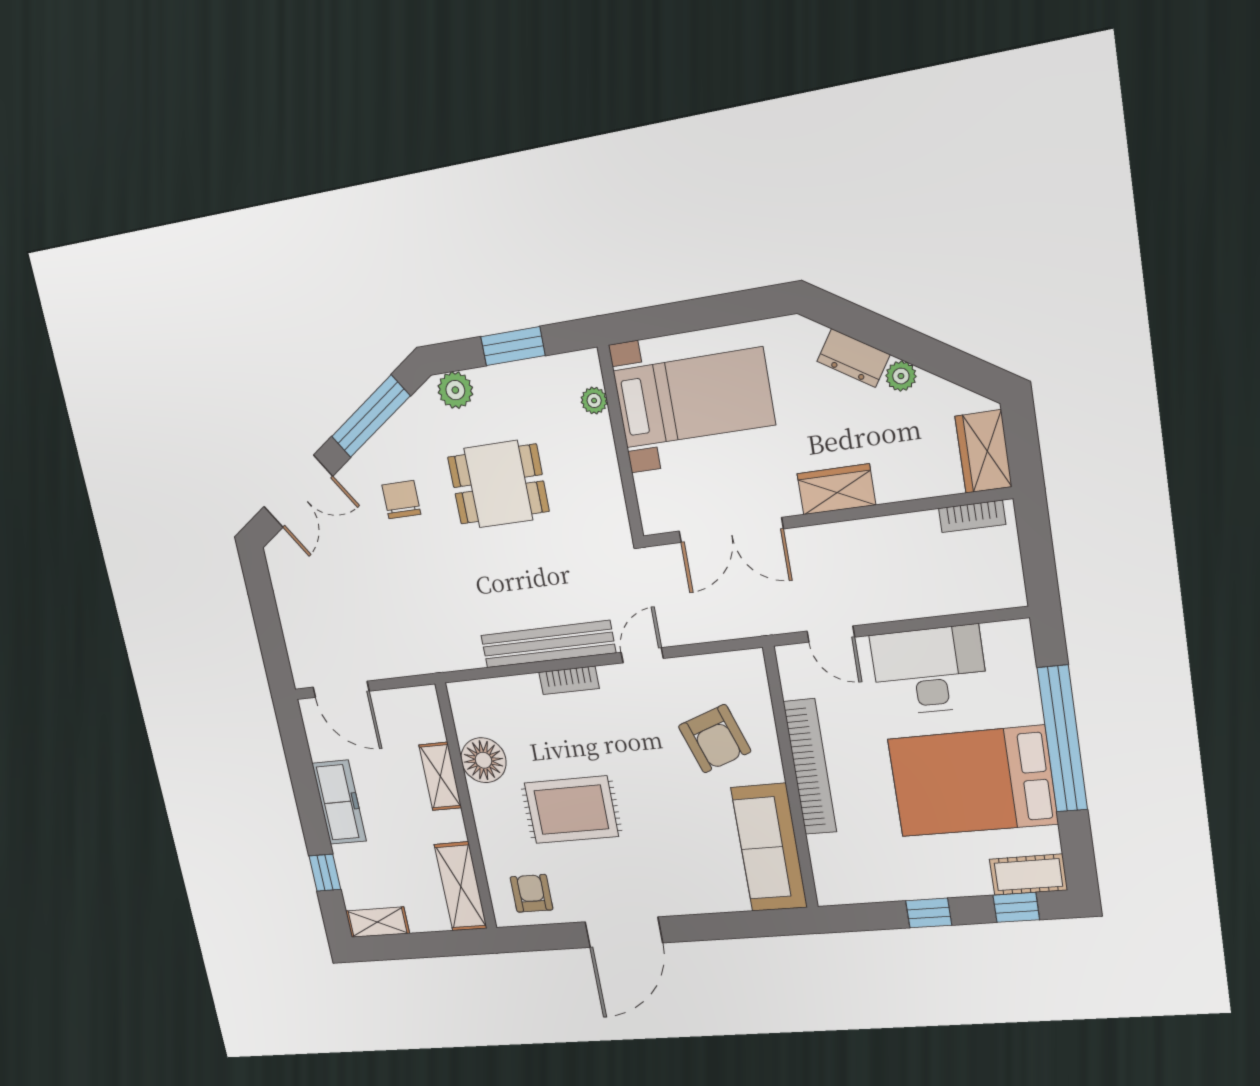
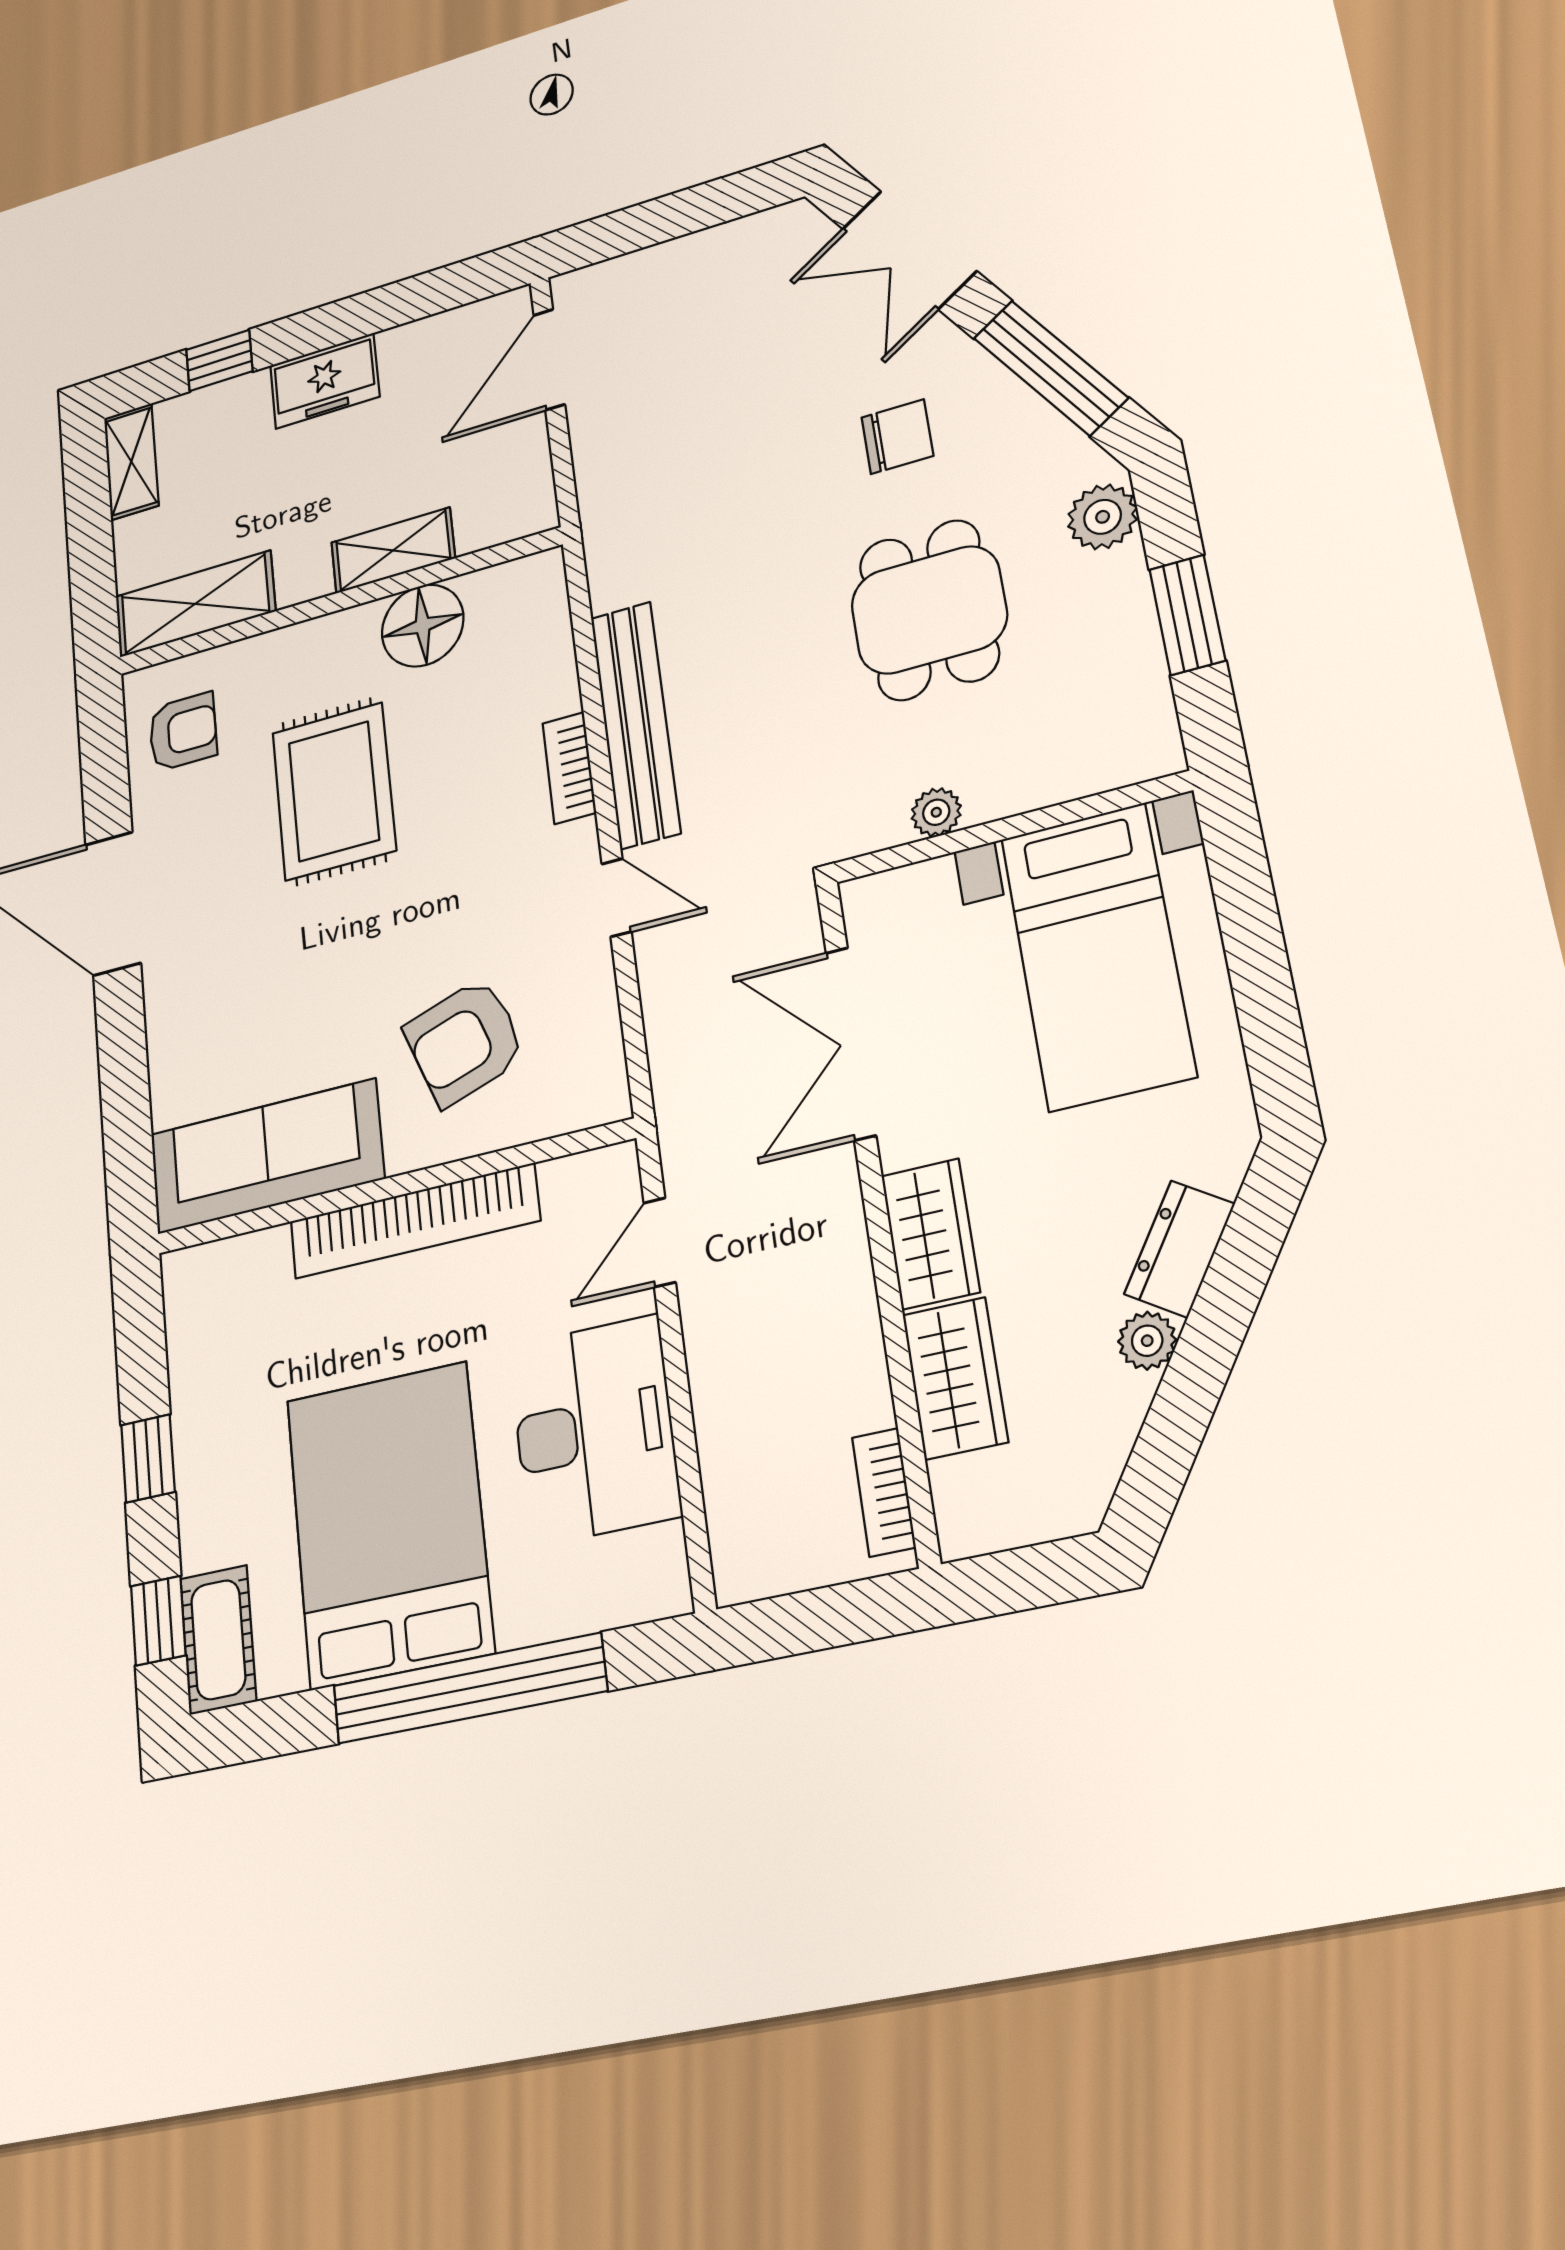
plant: (594, 401) -> (936, 812), moved
wardrobe: (984, 452) -> (955, 1378), moved, turned 90
freezer: (339, 802) -> (325, 381), width x0.71

